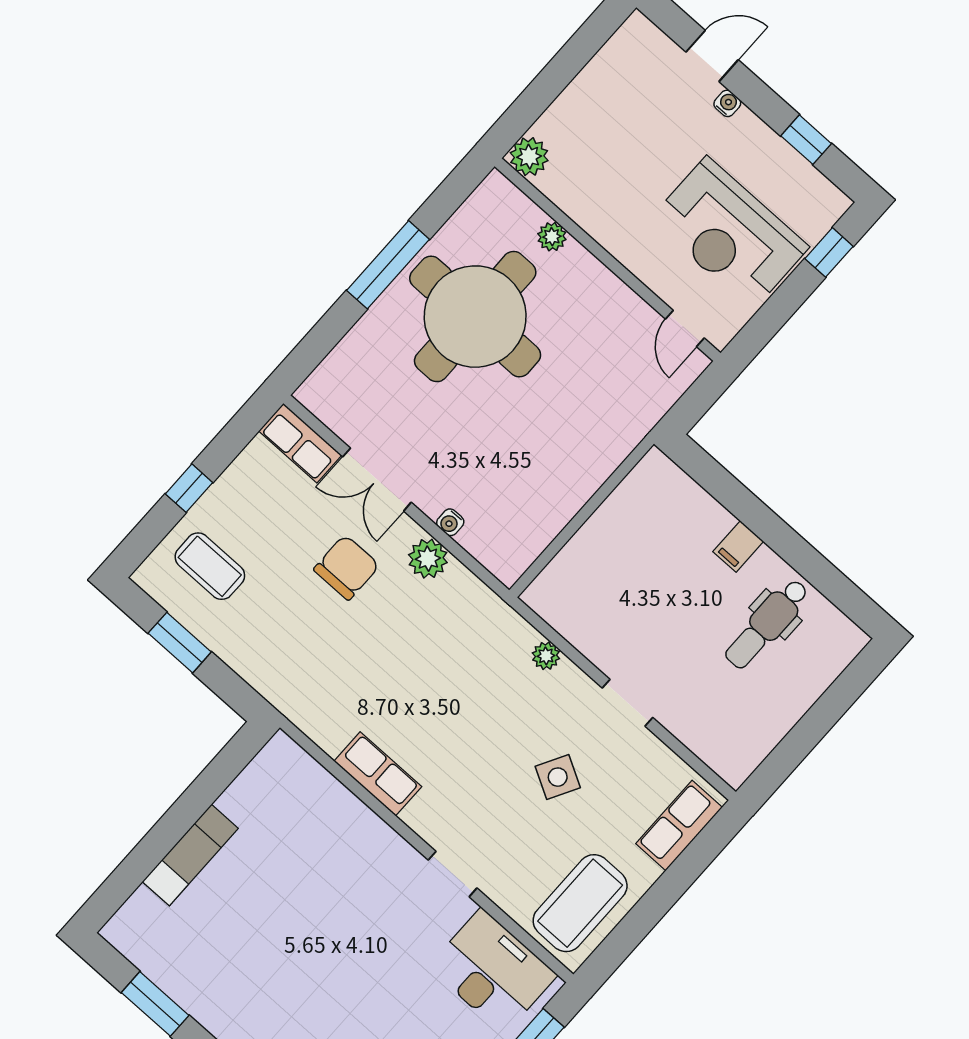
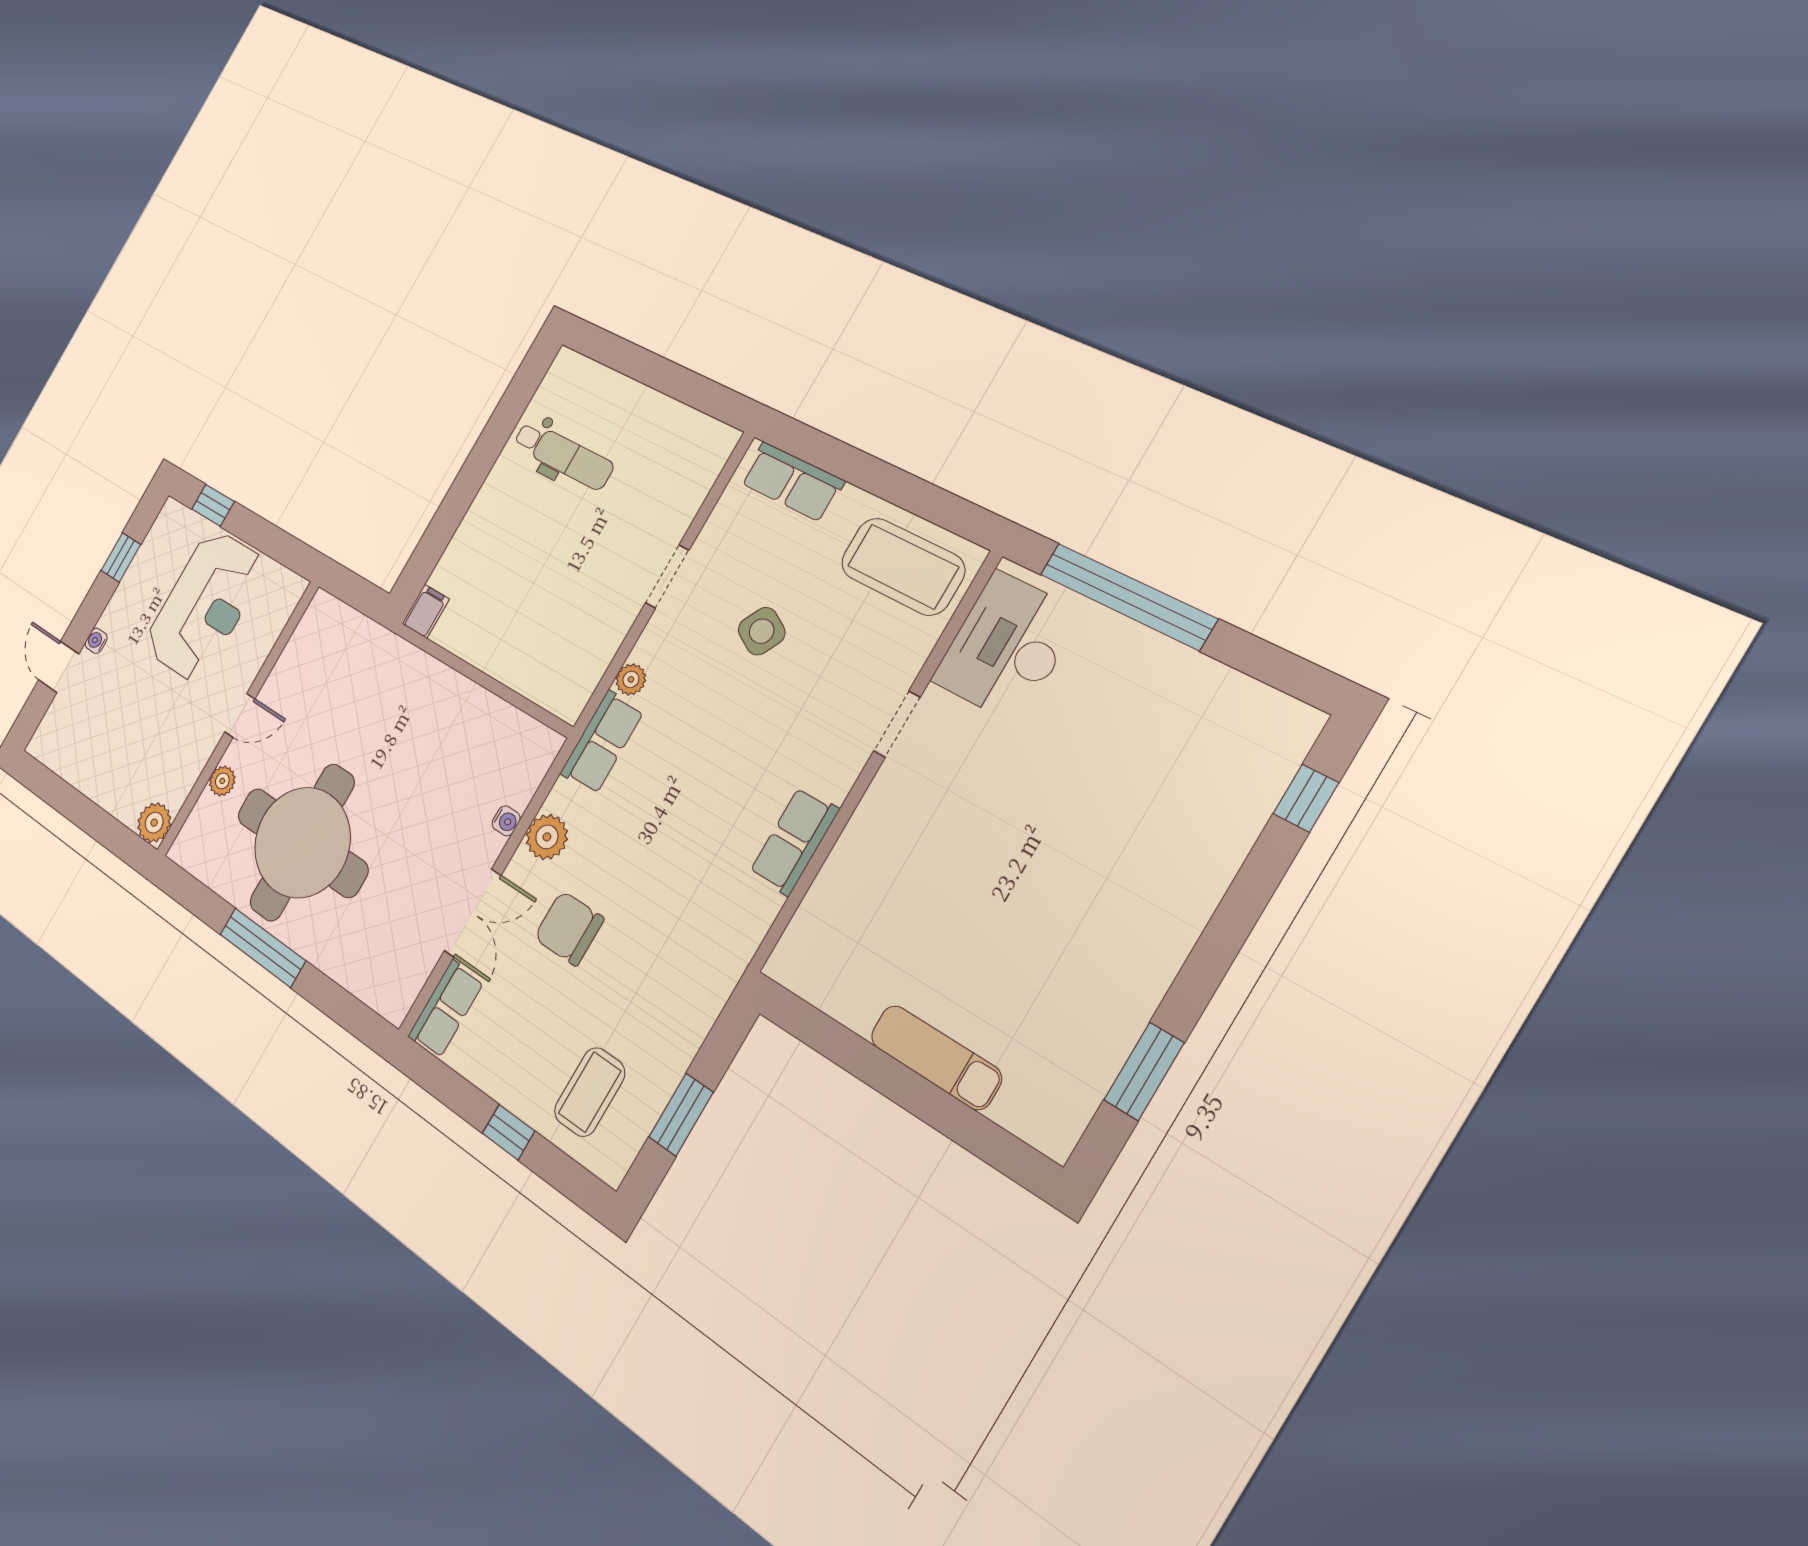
door: (685, 329) -> (240, 715), moved
filing cabinet: (738, 546) -> (426, 611), moved, turned -90
row of seats: (498, 621) -> (602, 742), added

